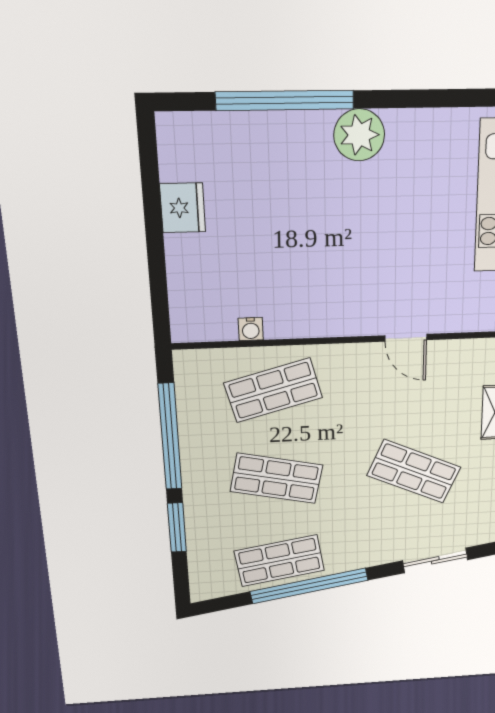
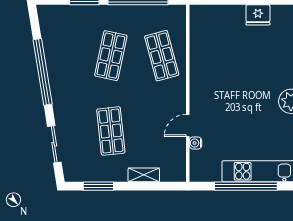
water cooler: (251, 329) -> (196, 143), moved
shop shelf: (414, 471) -> (111, 131), turned -30
shop shelf: (279, 561) -> (60, 56), removed

